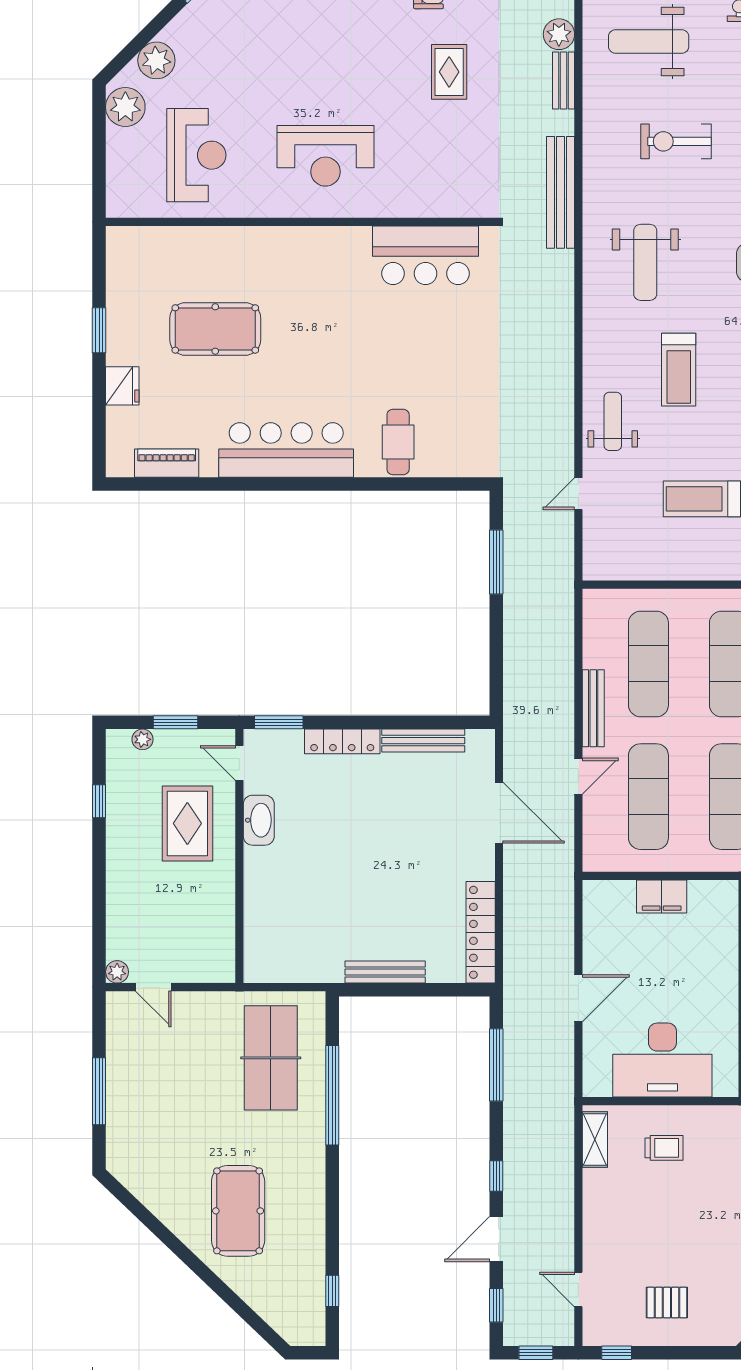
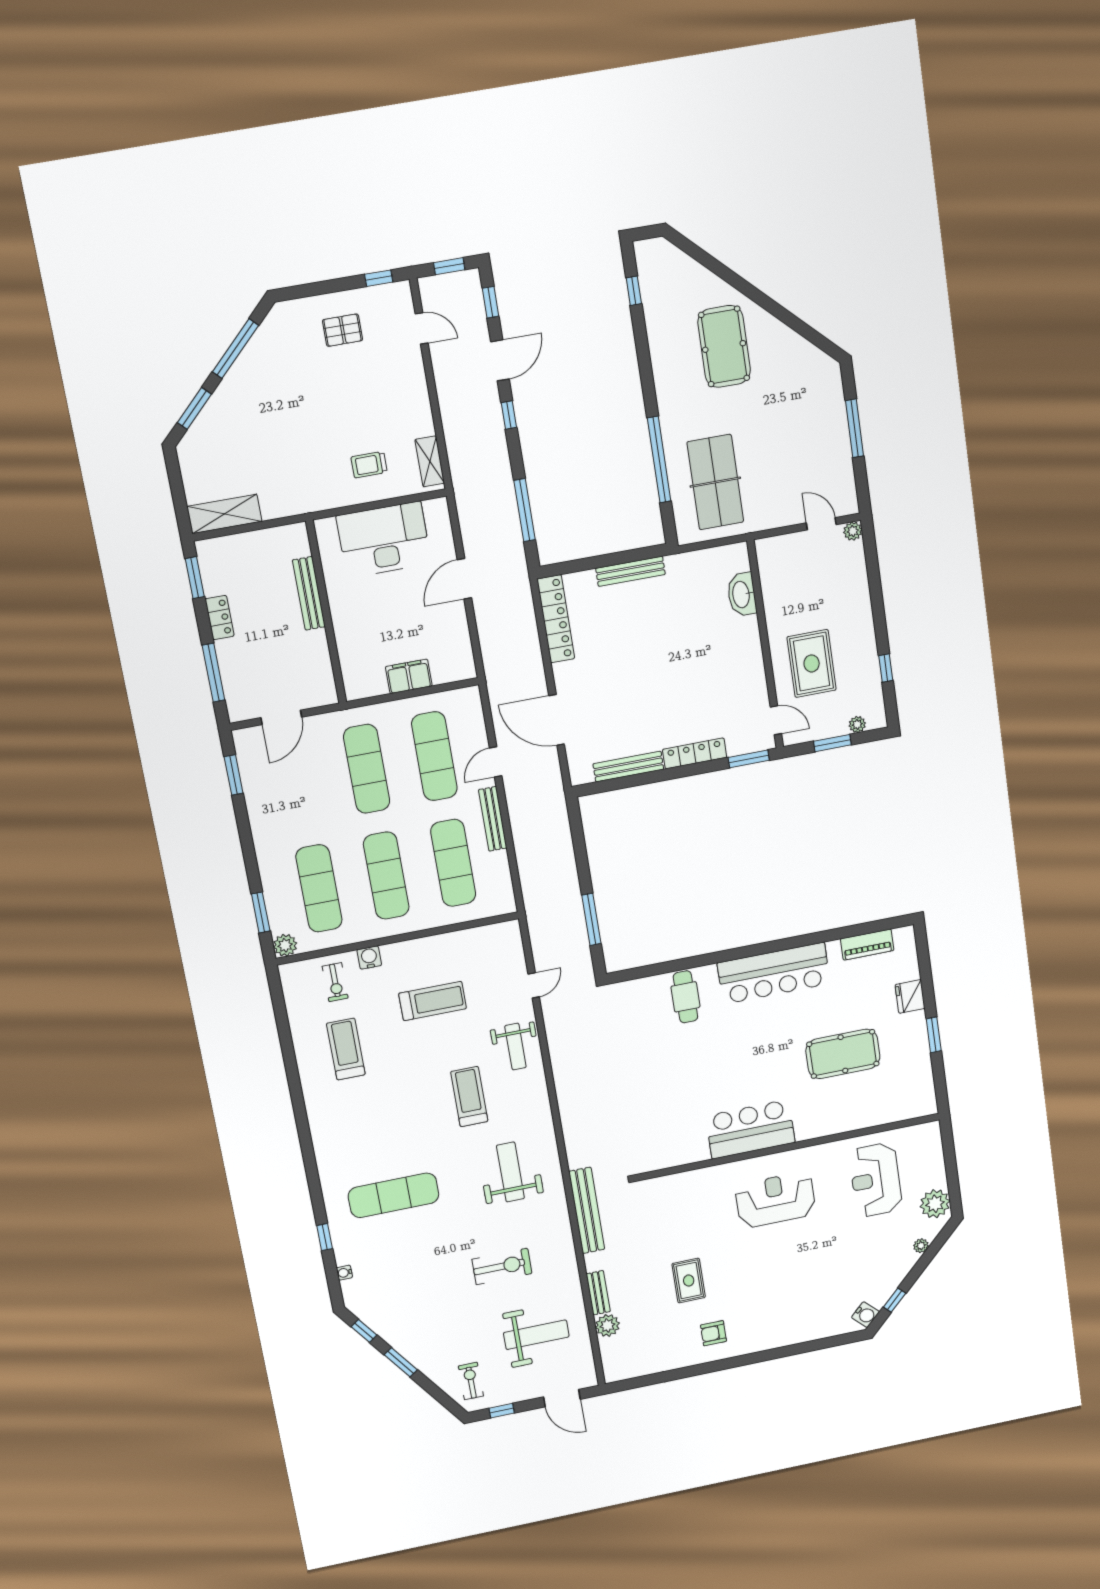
plant: (156, 60) -> (921, 1246), width x0.53, depth x0.53
bar counter: (426, 255) -> (750, 1129), moved
washbasin: (259, 820) -> (742, 594), moved

